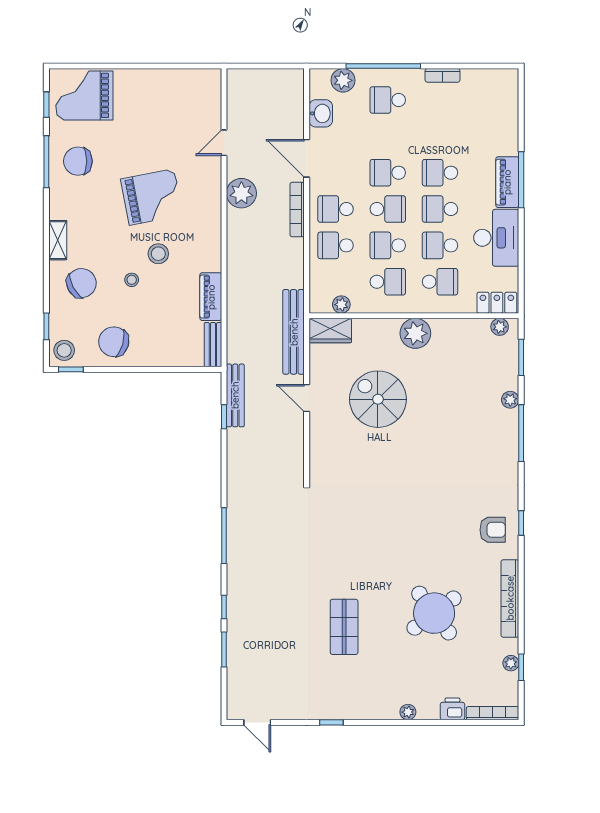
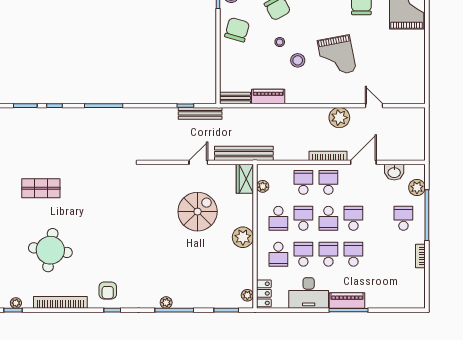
plant: (510, 400) -> (166, 303), moved
round table: (434, 613) -> (50, 250), turned 45

